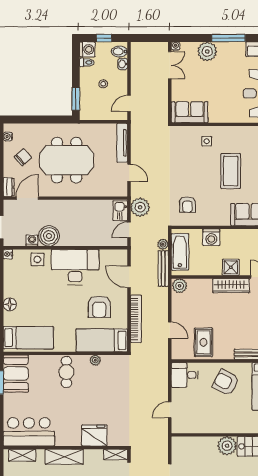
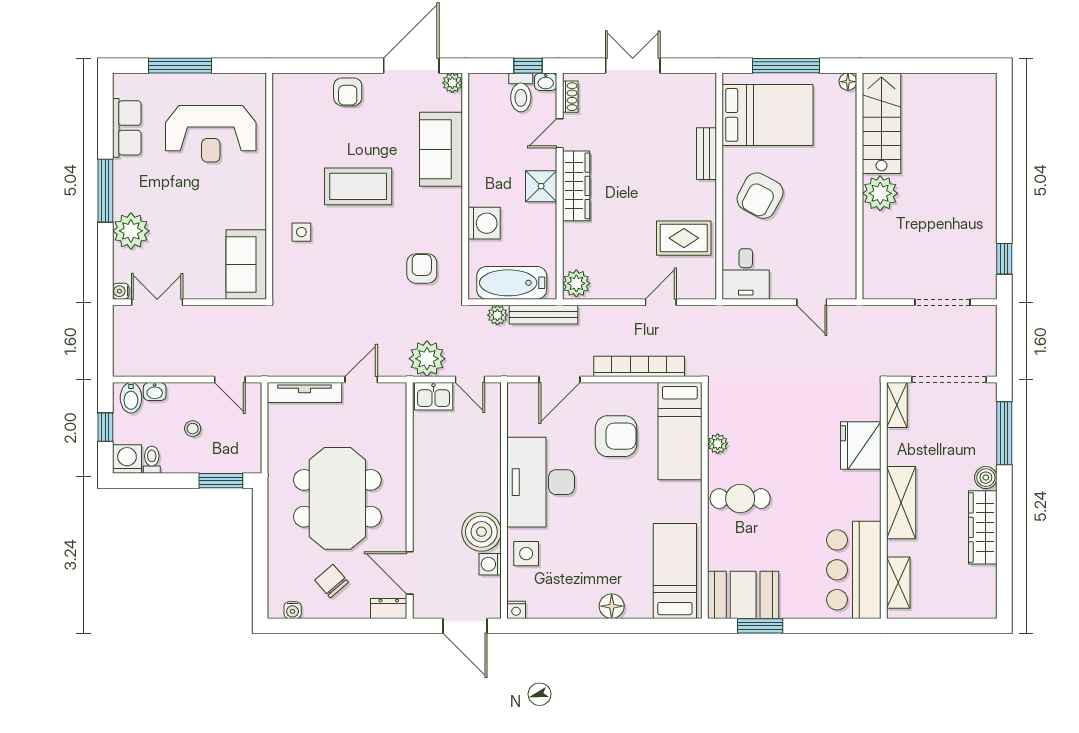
armchair: (187, 204) -> (422, 268), turned -90

